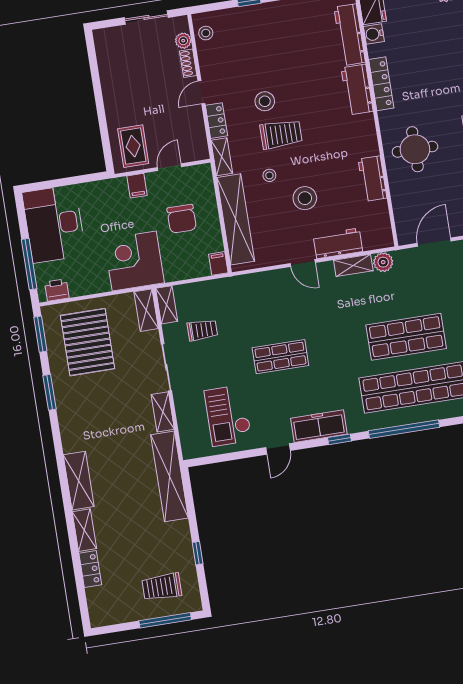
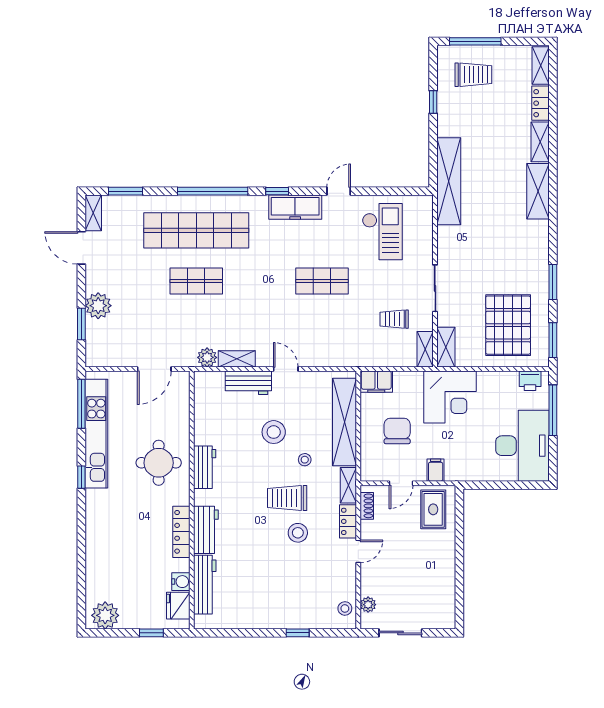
shoe rack: (188, 63) -> (367, 506), moved
workbench: (372, 179) -> (205, 467), moved
filing cabinet: (218, 263) -> (376, 382), width x2.00
shop shelf: (406, 337) -> (196, 281), width x0.70, depth x0.74
shelving: (163, 412) -> (541, 66), moved

